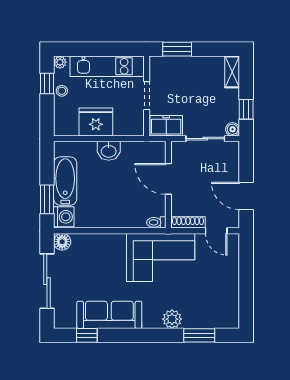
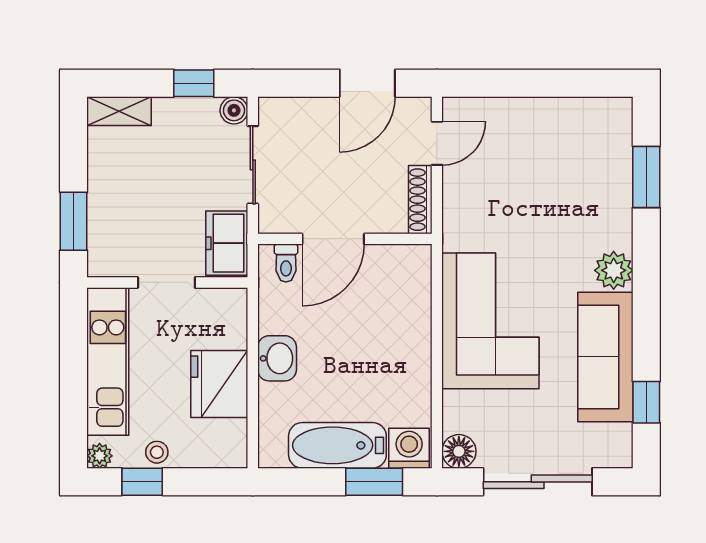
toilet: (156, 222) -> (286, 263), moved
corner sofa: (161, 257) -> (490, 321), moved
plant: (172, 319) -> (614, 270), moved

